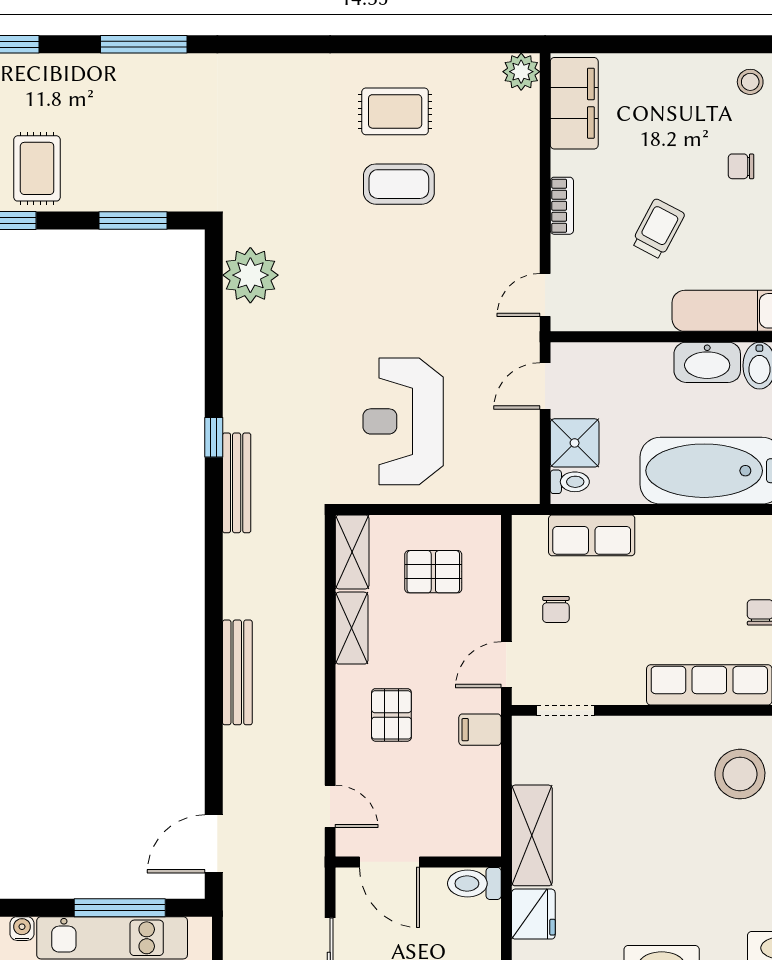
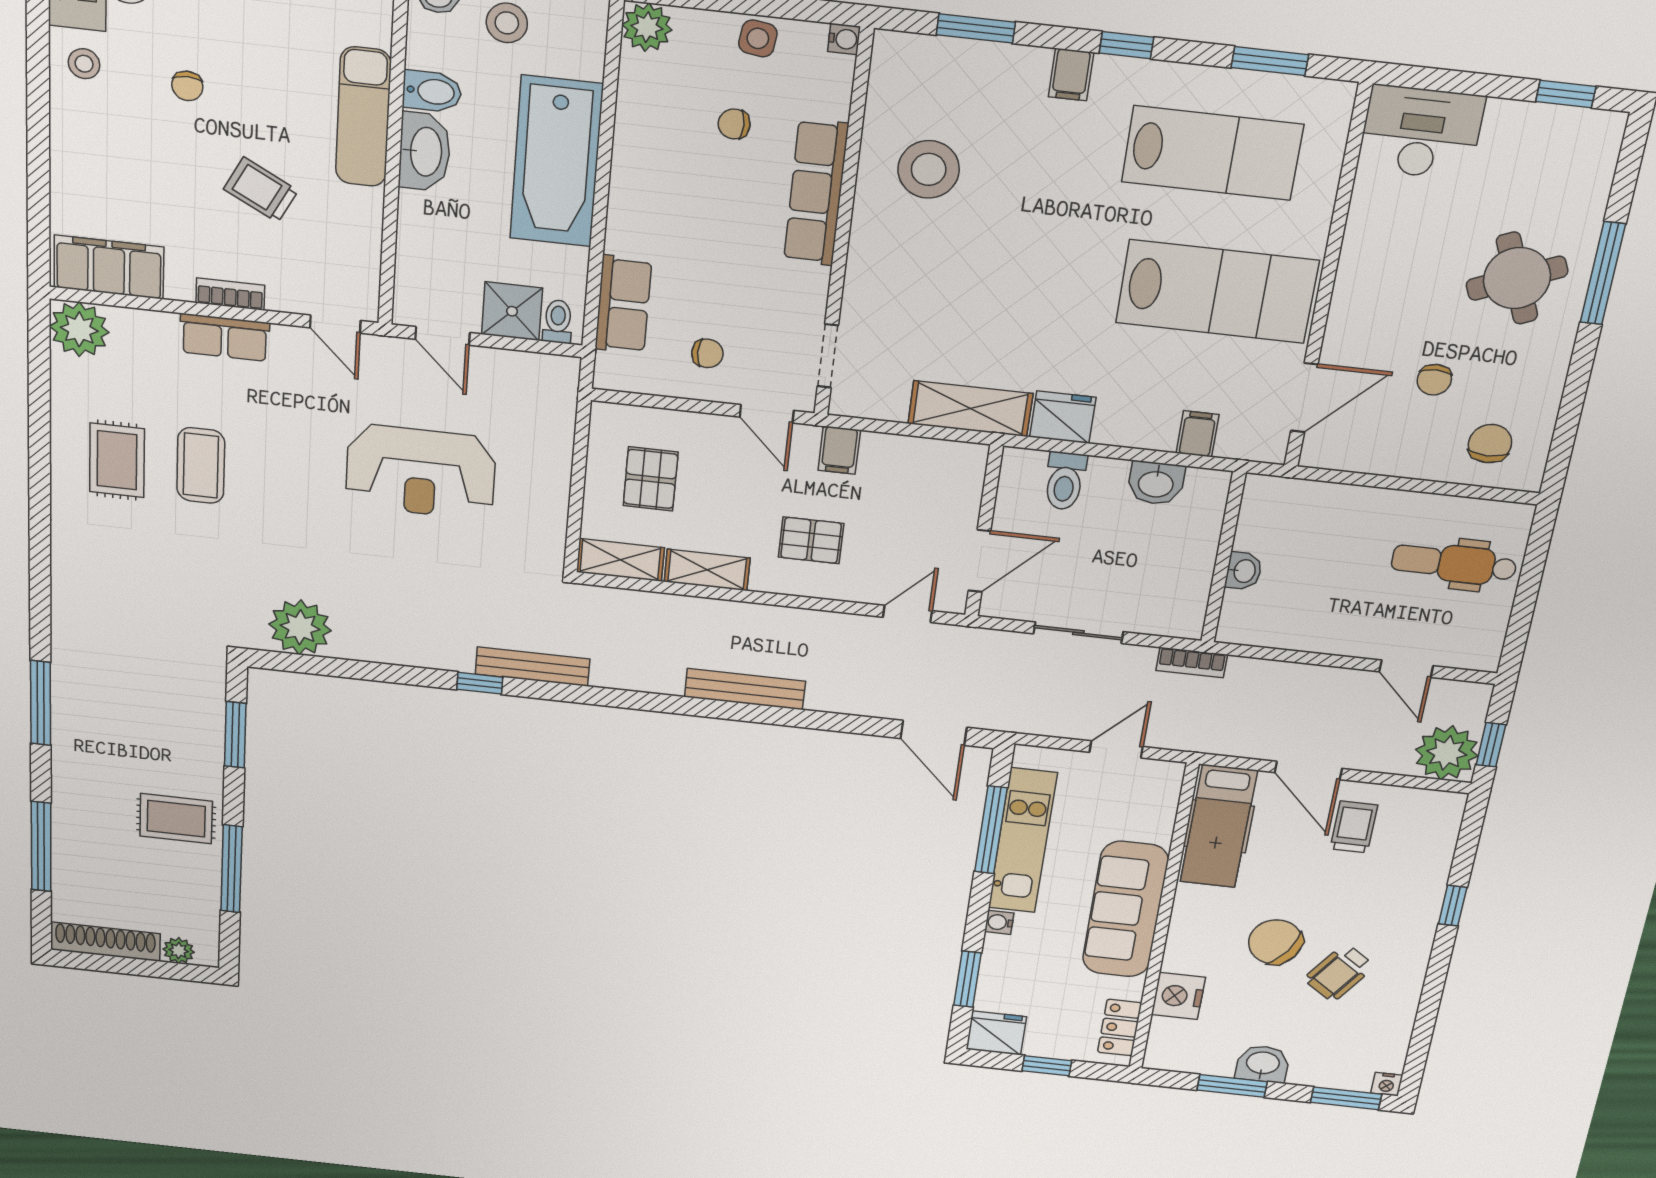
plant: (521, 72) -> (79, 329), width x1.36, depth x1.36
row of seats: (522, 202) -> (225, 337), added
reception desk: (403, 421) -> (421, 472), moved
toilet: (474, 883) -> (1065, 481), moved

